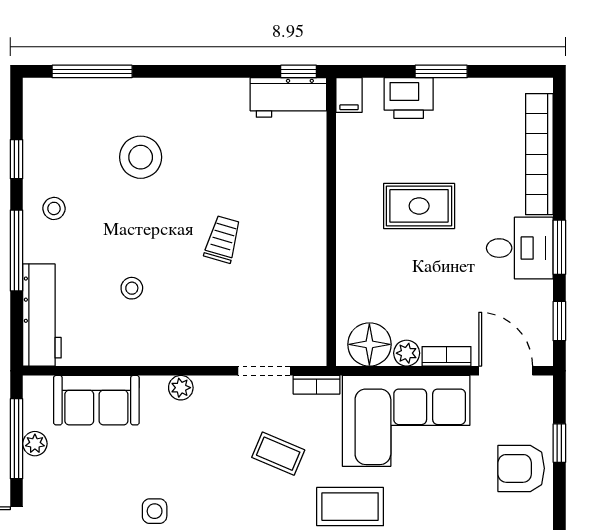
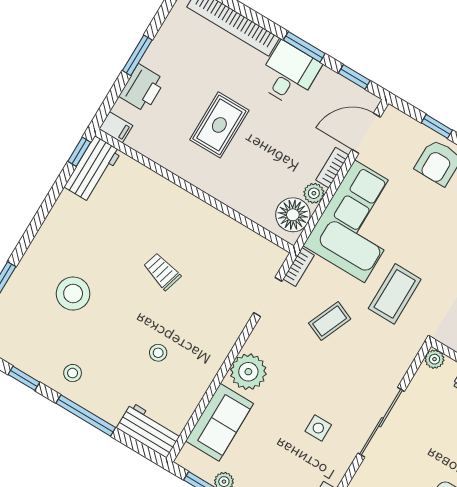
workbench: (42, 315) -> (149, 430), width x0.73
plant: (181, 388) -> (248, 372), width x1.88, depth x1.88

